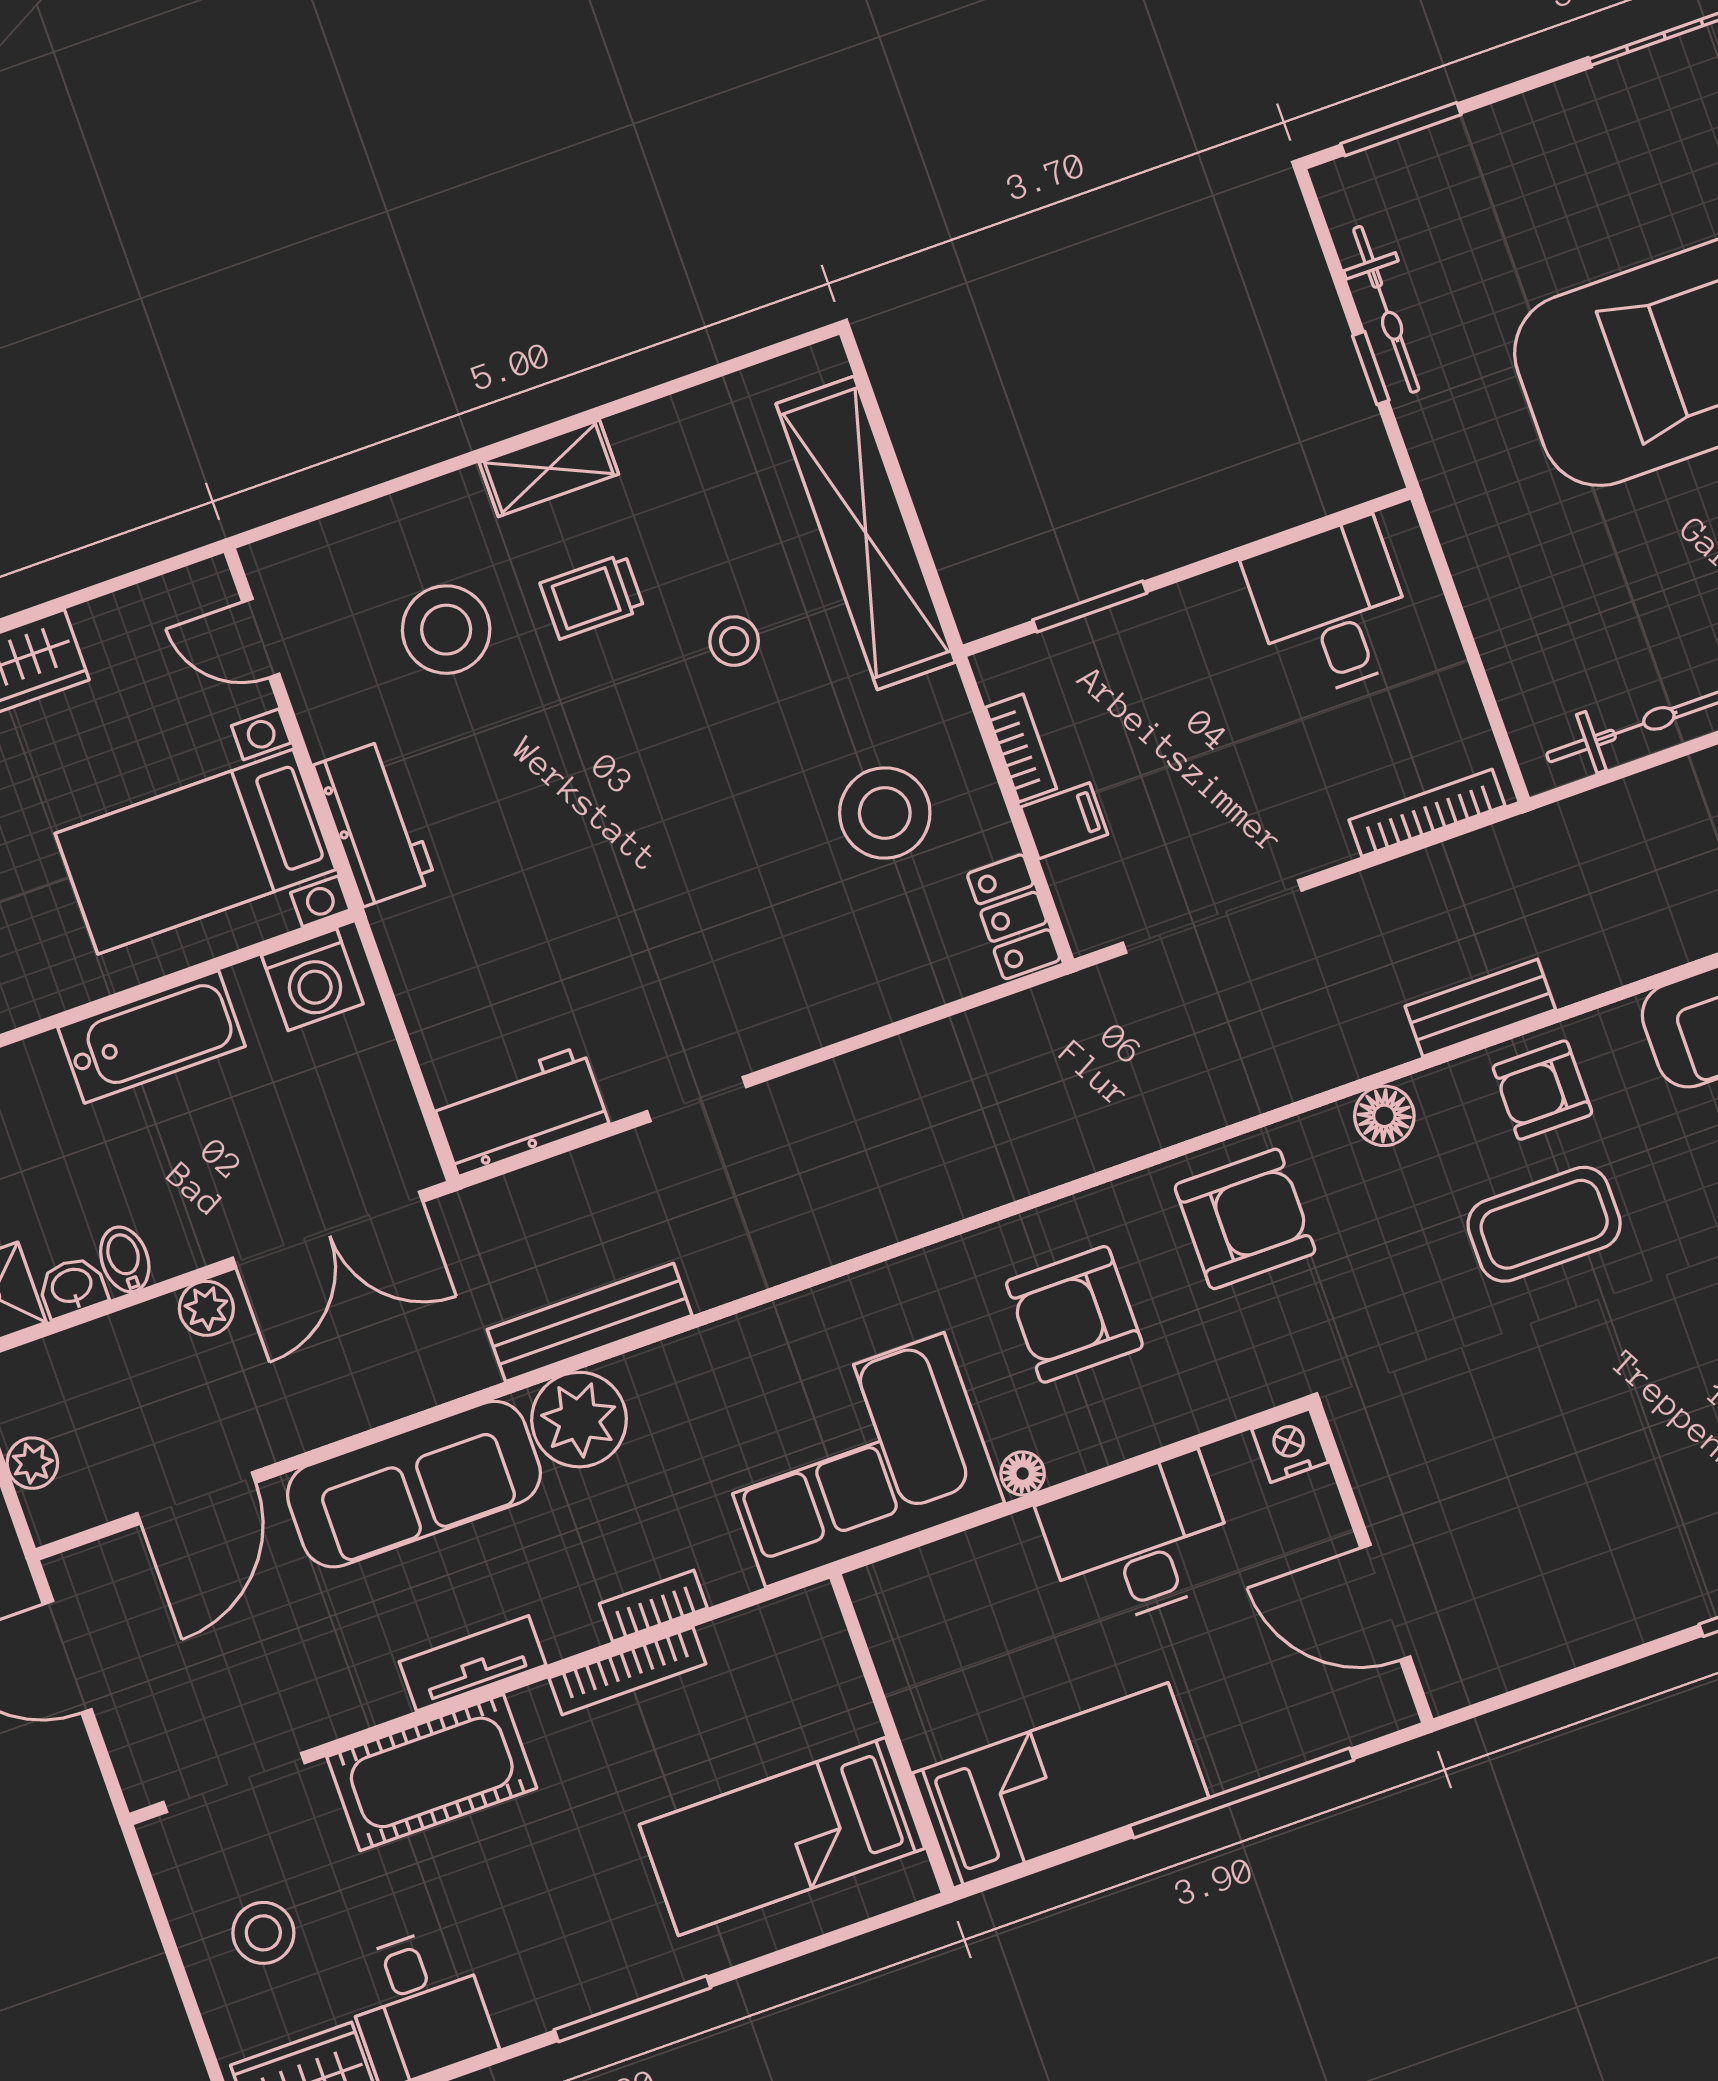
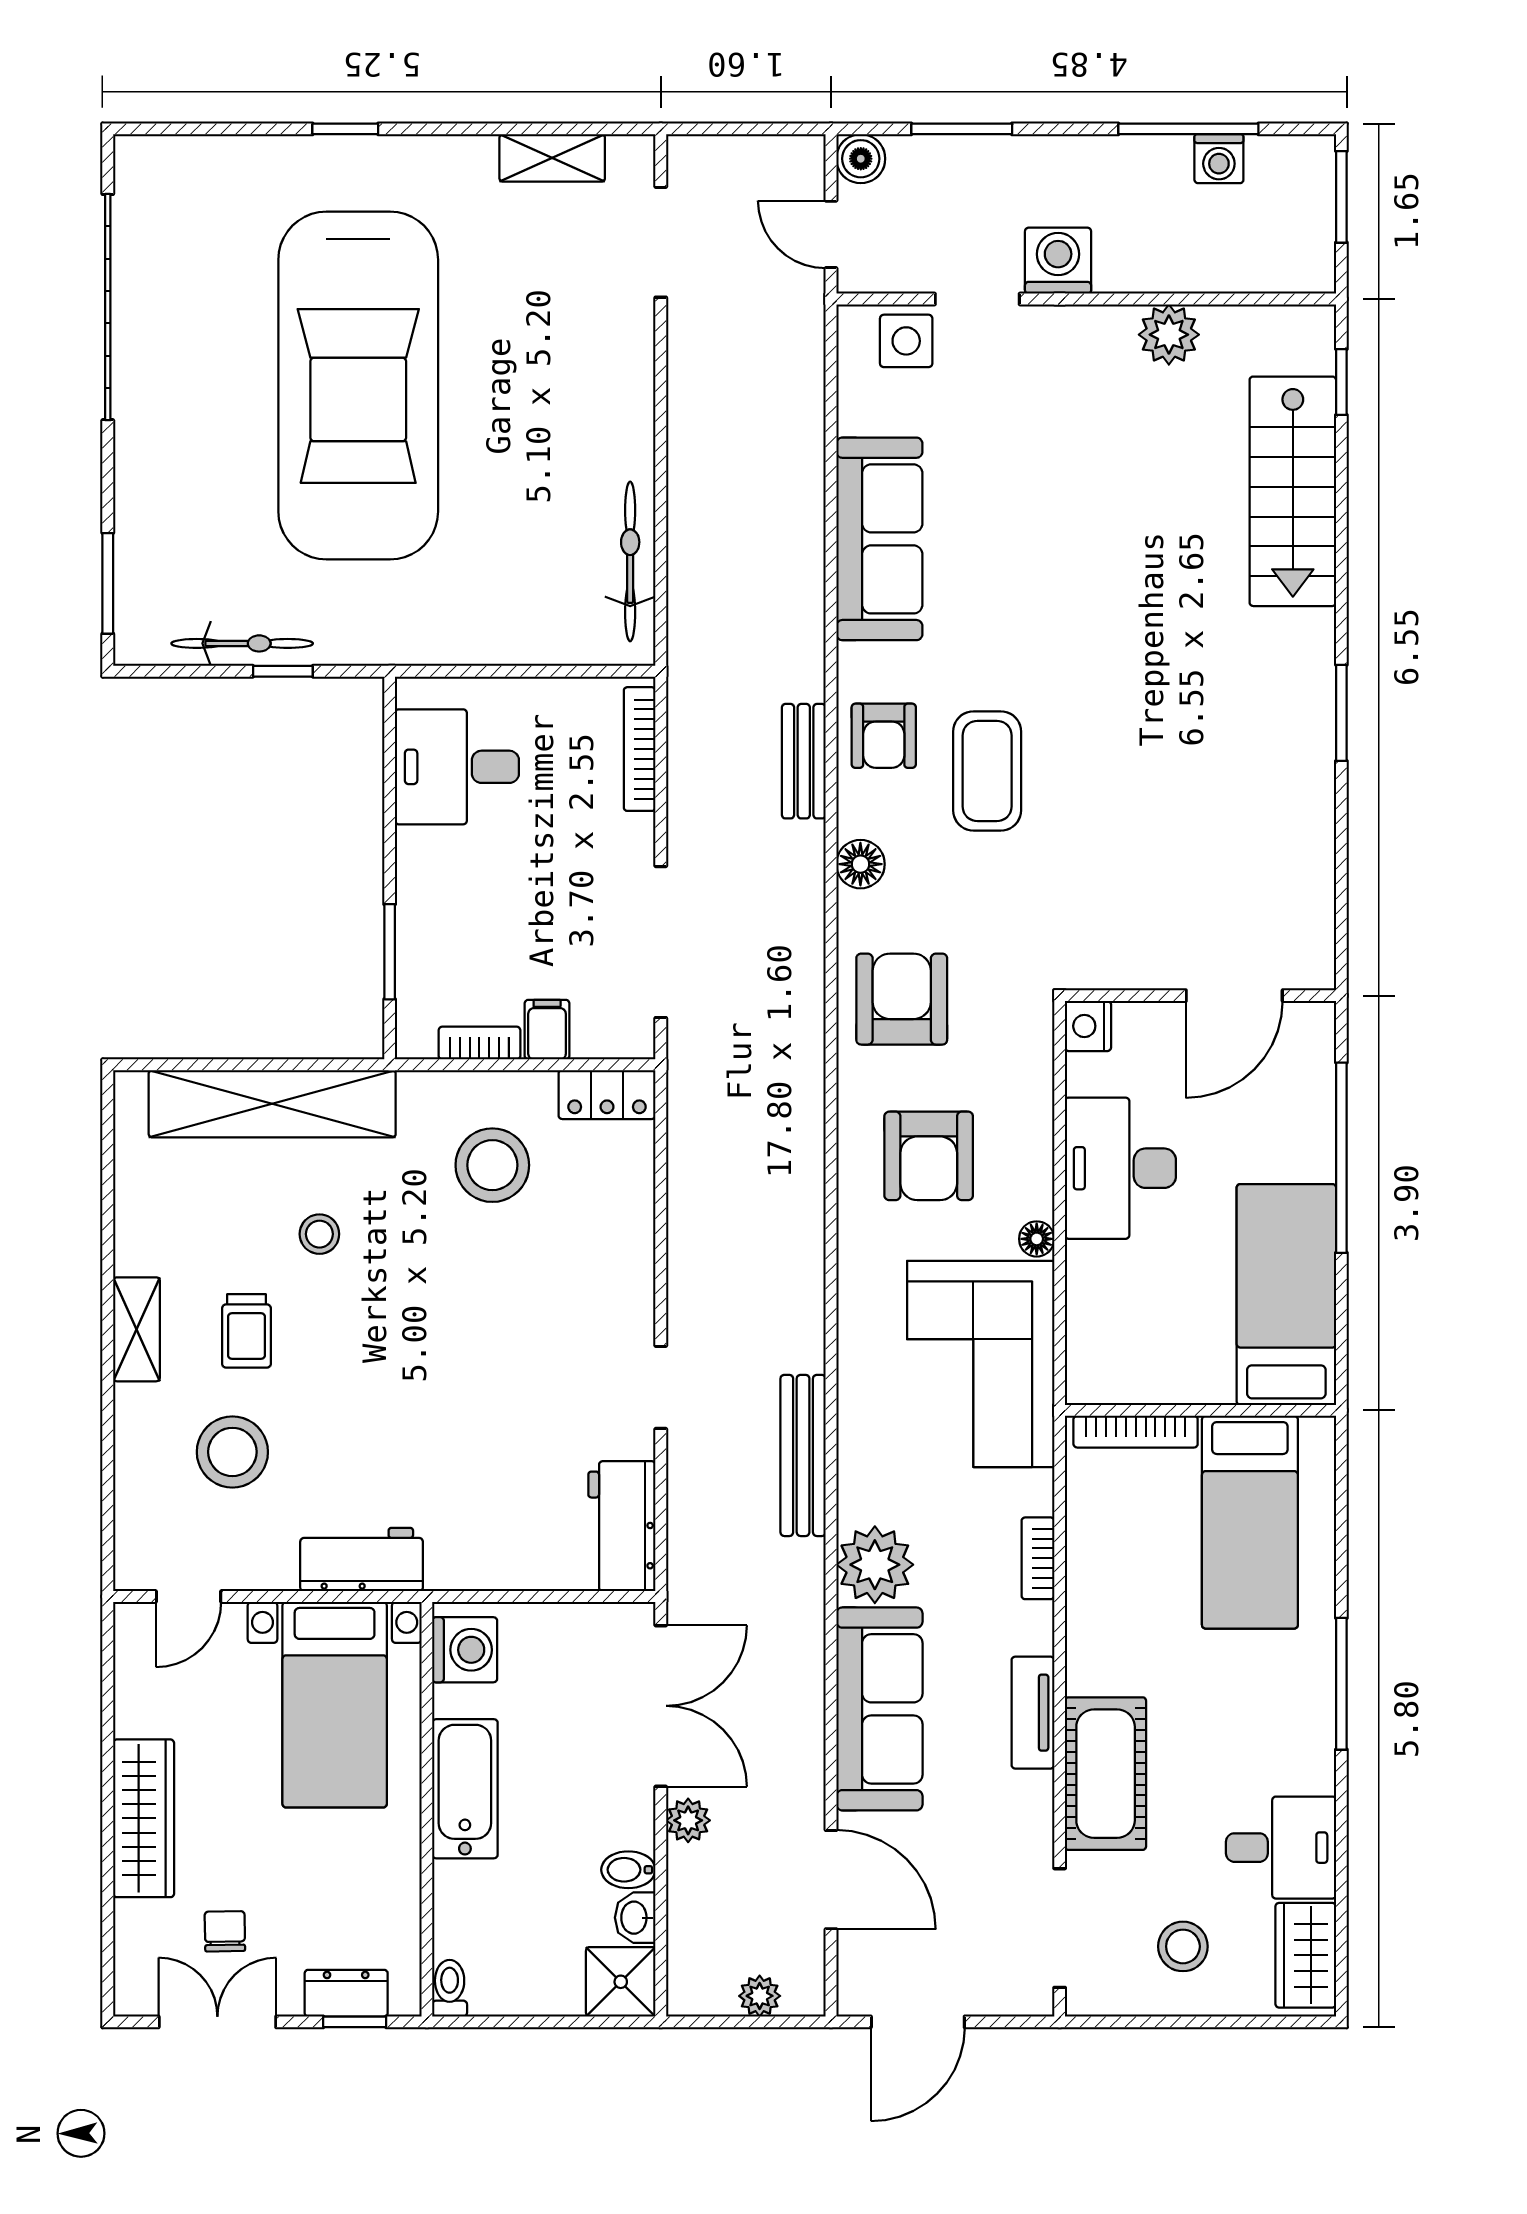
bench: (590, 1322) -> (803, 1455), moved
bookcase: (627, 1671) -> (1136, 1432), moved, turned 90

